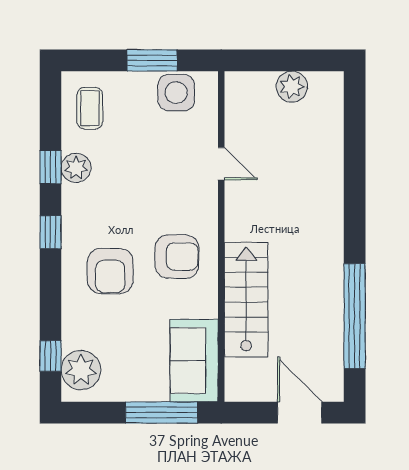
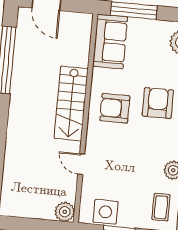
plant: (292, 87) -> (65, 212), moved
stairs: (246, 300) -> (71, 103), moved

